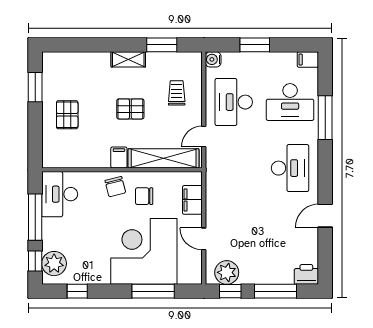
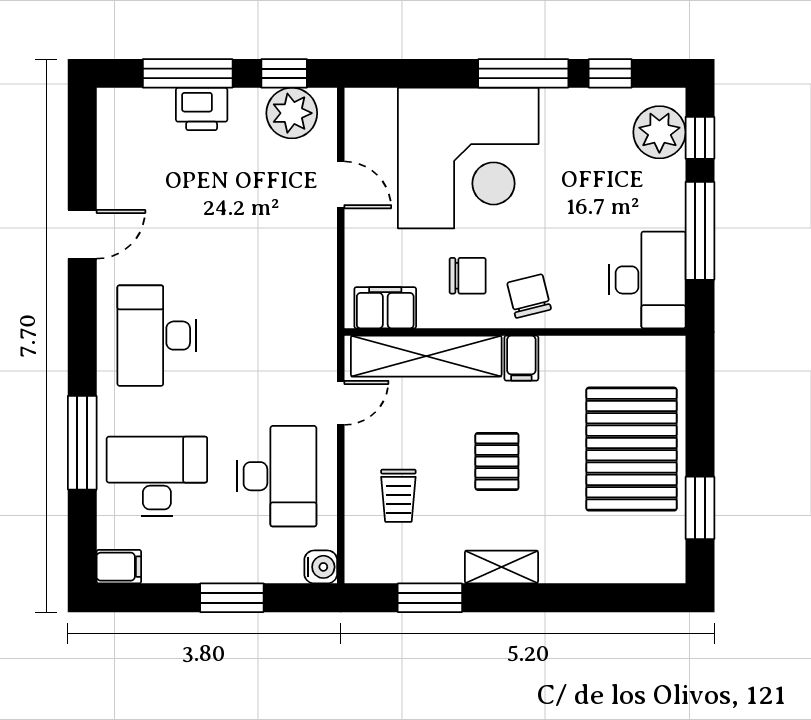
pallet: (130, 109) -> (497, 461), turned 90
pallet: (67, 115) -> (632, 449), width x2.05, depth x2.00
filing cabinet: (192, 200) -> (385, 308), moved, turned -90
printer: (306, 274) -> (202, 109), moved
window: (153, 291) -> (523, 73), moved

